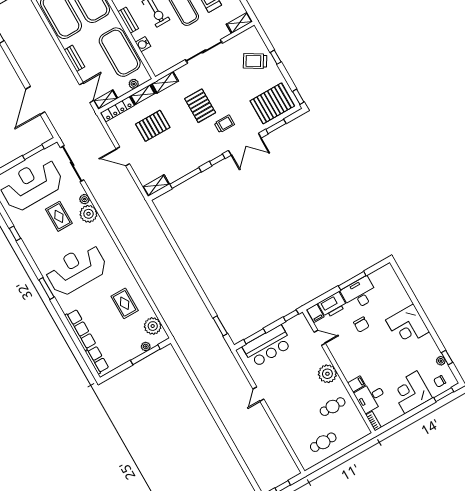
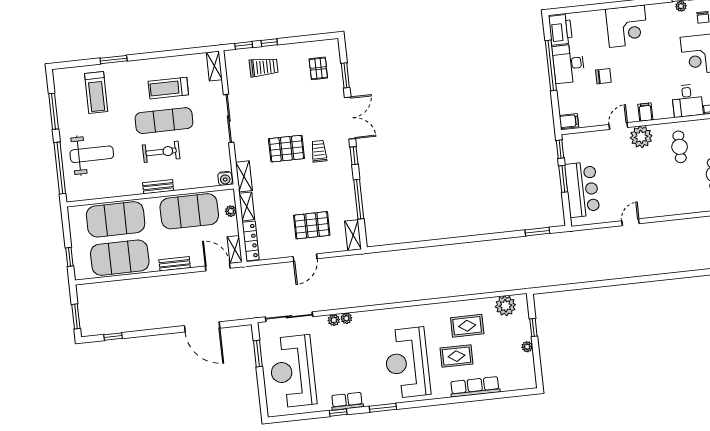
water cooler: (143, 44) -> (225, 178), moved
trolley: (255, 61) -> (264, 67), turned -121
window: (298, 97) -> (244, 45), moved
pallet: (272, 103) -> (318, 68), width x0.49, depth x0.50
trolley: (224, 124) -> (319, 151), moved
pallet: (153, 126) -> (312, 225), moved, turned 90
plant: (88, 214) -> (346, 318), width x0.53, depth x0.53
rug: (59, 216) -> (456, 356), moved
window: (352, 281) -> (551, 65), width x1.46
window: (46, 288) -> (383, 408), moved
printer: (332, 305) -> (560, 30), moved
window: (255, 336) -> (563, 179), moved
door: (320, 338) -> (618, 126), moved
plant: (146, 347) -> (527, 347), moved
window: (145, 355) -> (533, 327), width x0.46
row of seats: (97, 360) -> (347, 401), moved
filing cabinet: (356, 384) -> (645, 112), moved
door: (258, 394) -> (630, 222), swing flipped

